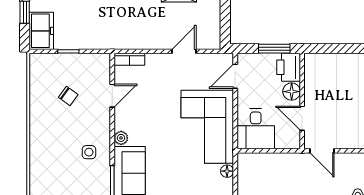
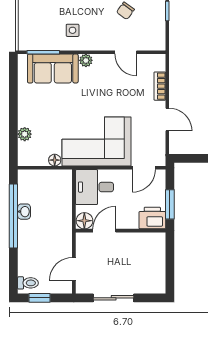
bookcase: (129, 59) -> (160, 86), moved
door: (235, 76) -> (144, 168), swing flipped
floor lamp: (292, 92) -> (84, 221), moved
door: (322, 151) -> (74, 269), moved

